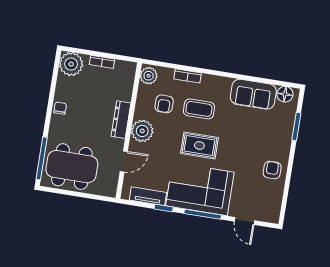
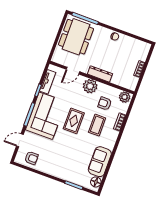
plant: (71, 64) -> (142, 49), removed
door: (124, 161) -> (73, 71), hinge flipped
armchair: (272, 170) -> (31, 158), moved

